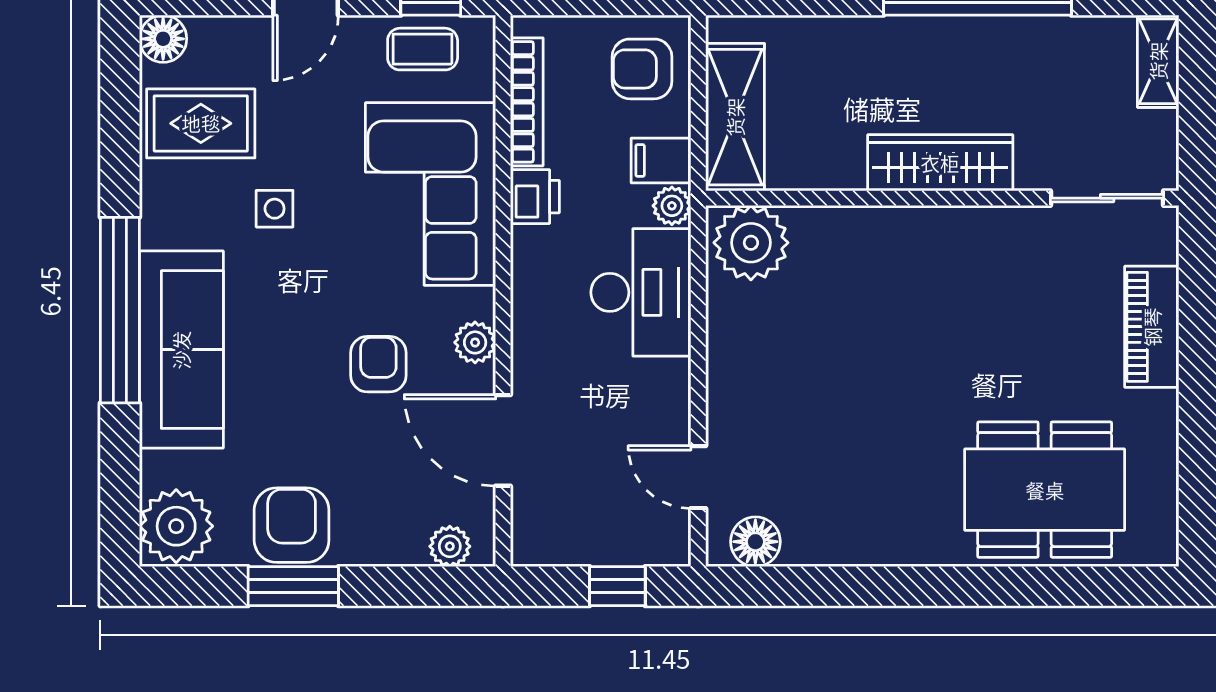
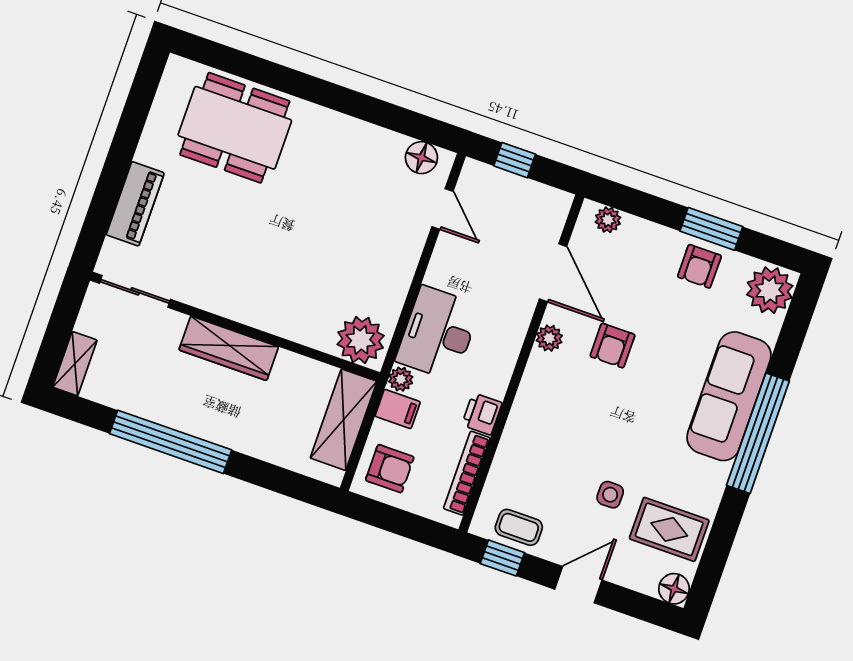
corner sofa: (431, 194) -> (545, 438), removed
side table: (275, 209) -> (610, 495), moved
armchair: (292, 525) -> (699, 266), width x0.72, depth x0.72

